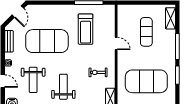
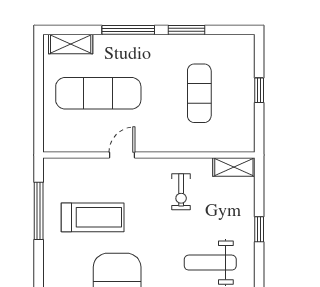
exercise mat: (146, 32) -> (98, 93), width x1.36, depth x1.45
exercise mat: (146, 81) -> (199, 93), width x0.50, depth x0.69

